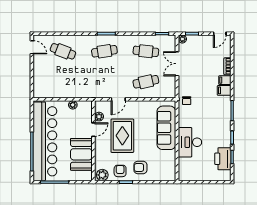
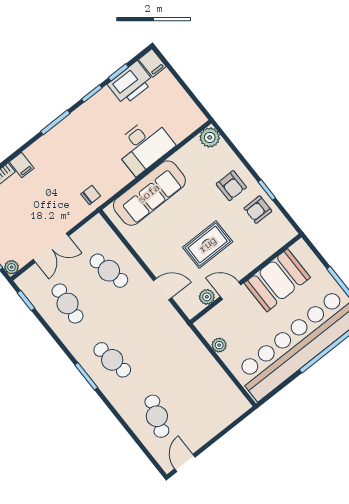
filing cabinet: (224, 90) -> (152, 63), moved
rug: (122, 136) -> (208, 244), width x0.73, depth x0.70
plant: (102, 175) -> (210, 137), moved

